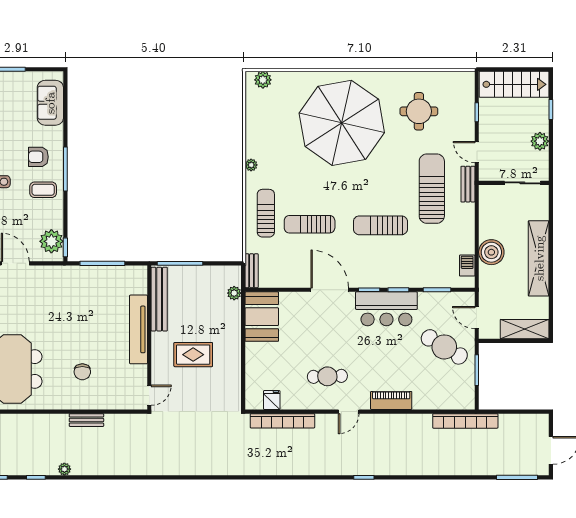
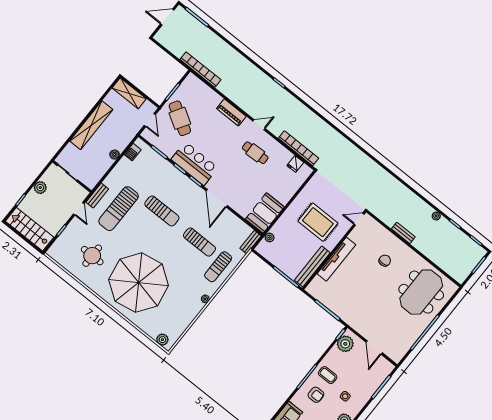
boiler: (491, 252) -> (115, 155), width x0.54, depth x0.54
rug: (193, 355) -> (318, 222), width x1.36, depth x1.43

